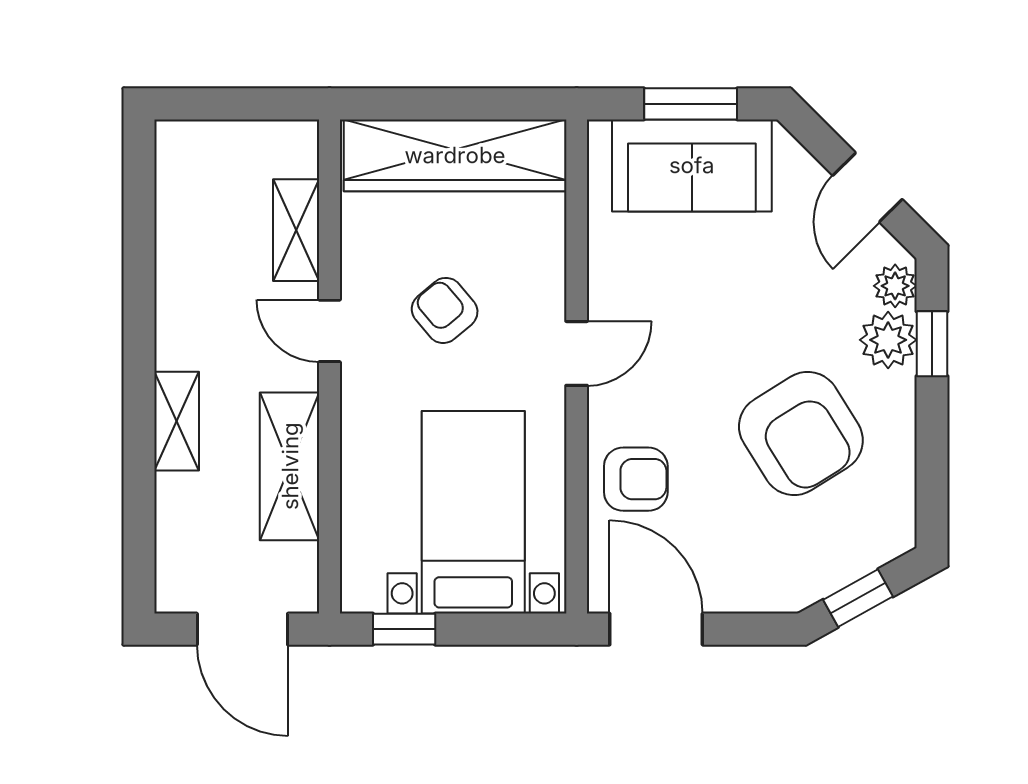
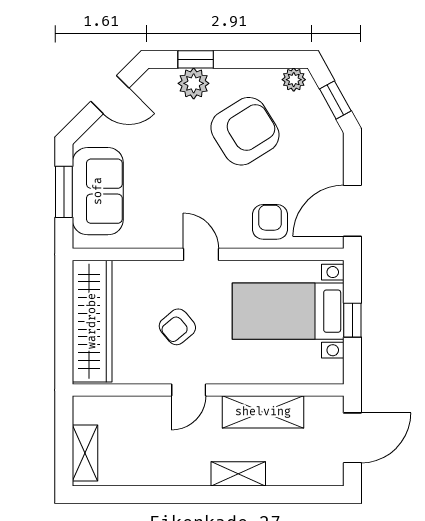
shelving: (296, 230) -> (85, 453), moved, turned 90
plant: (895, 286) -> (294, 80), moved
window: (404, 629) -> (352, 320), moved

